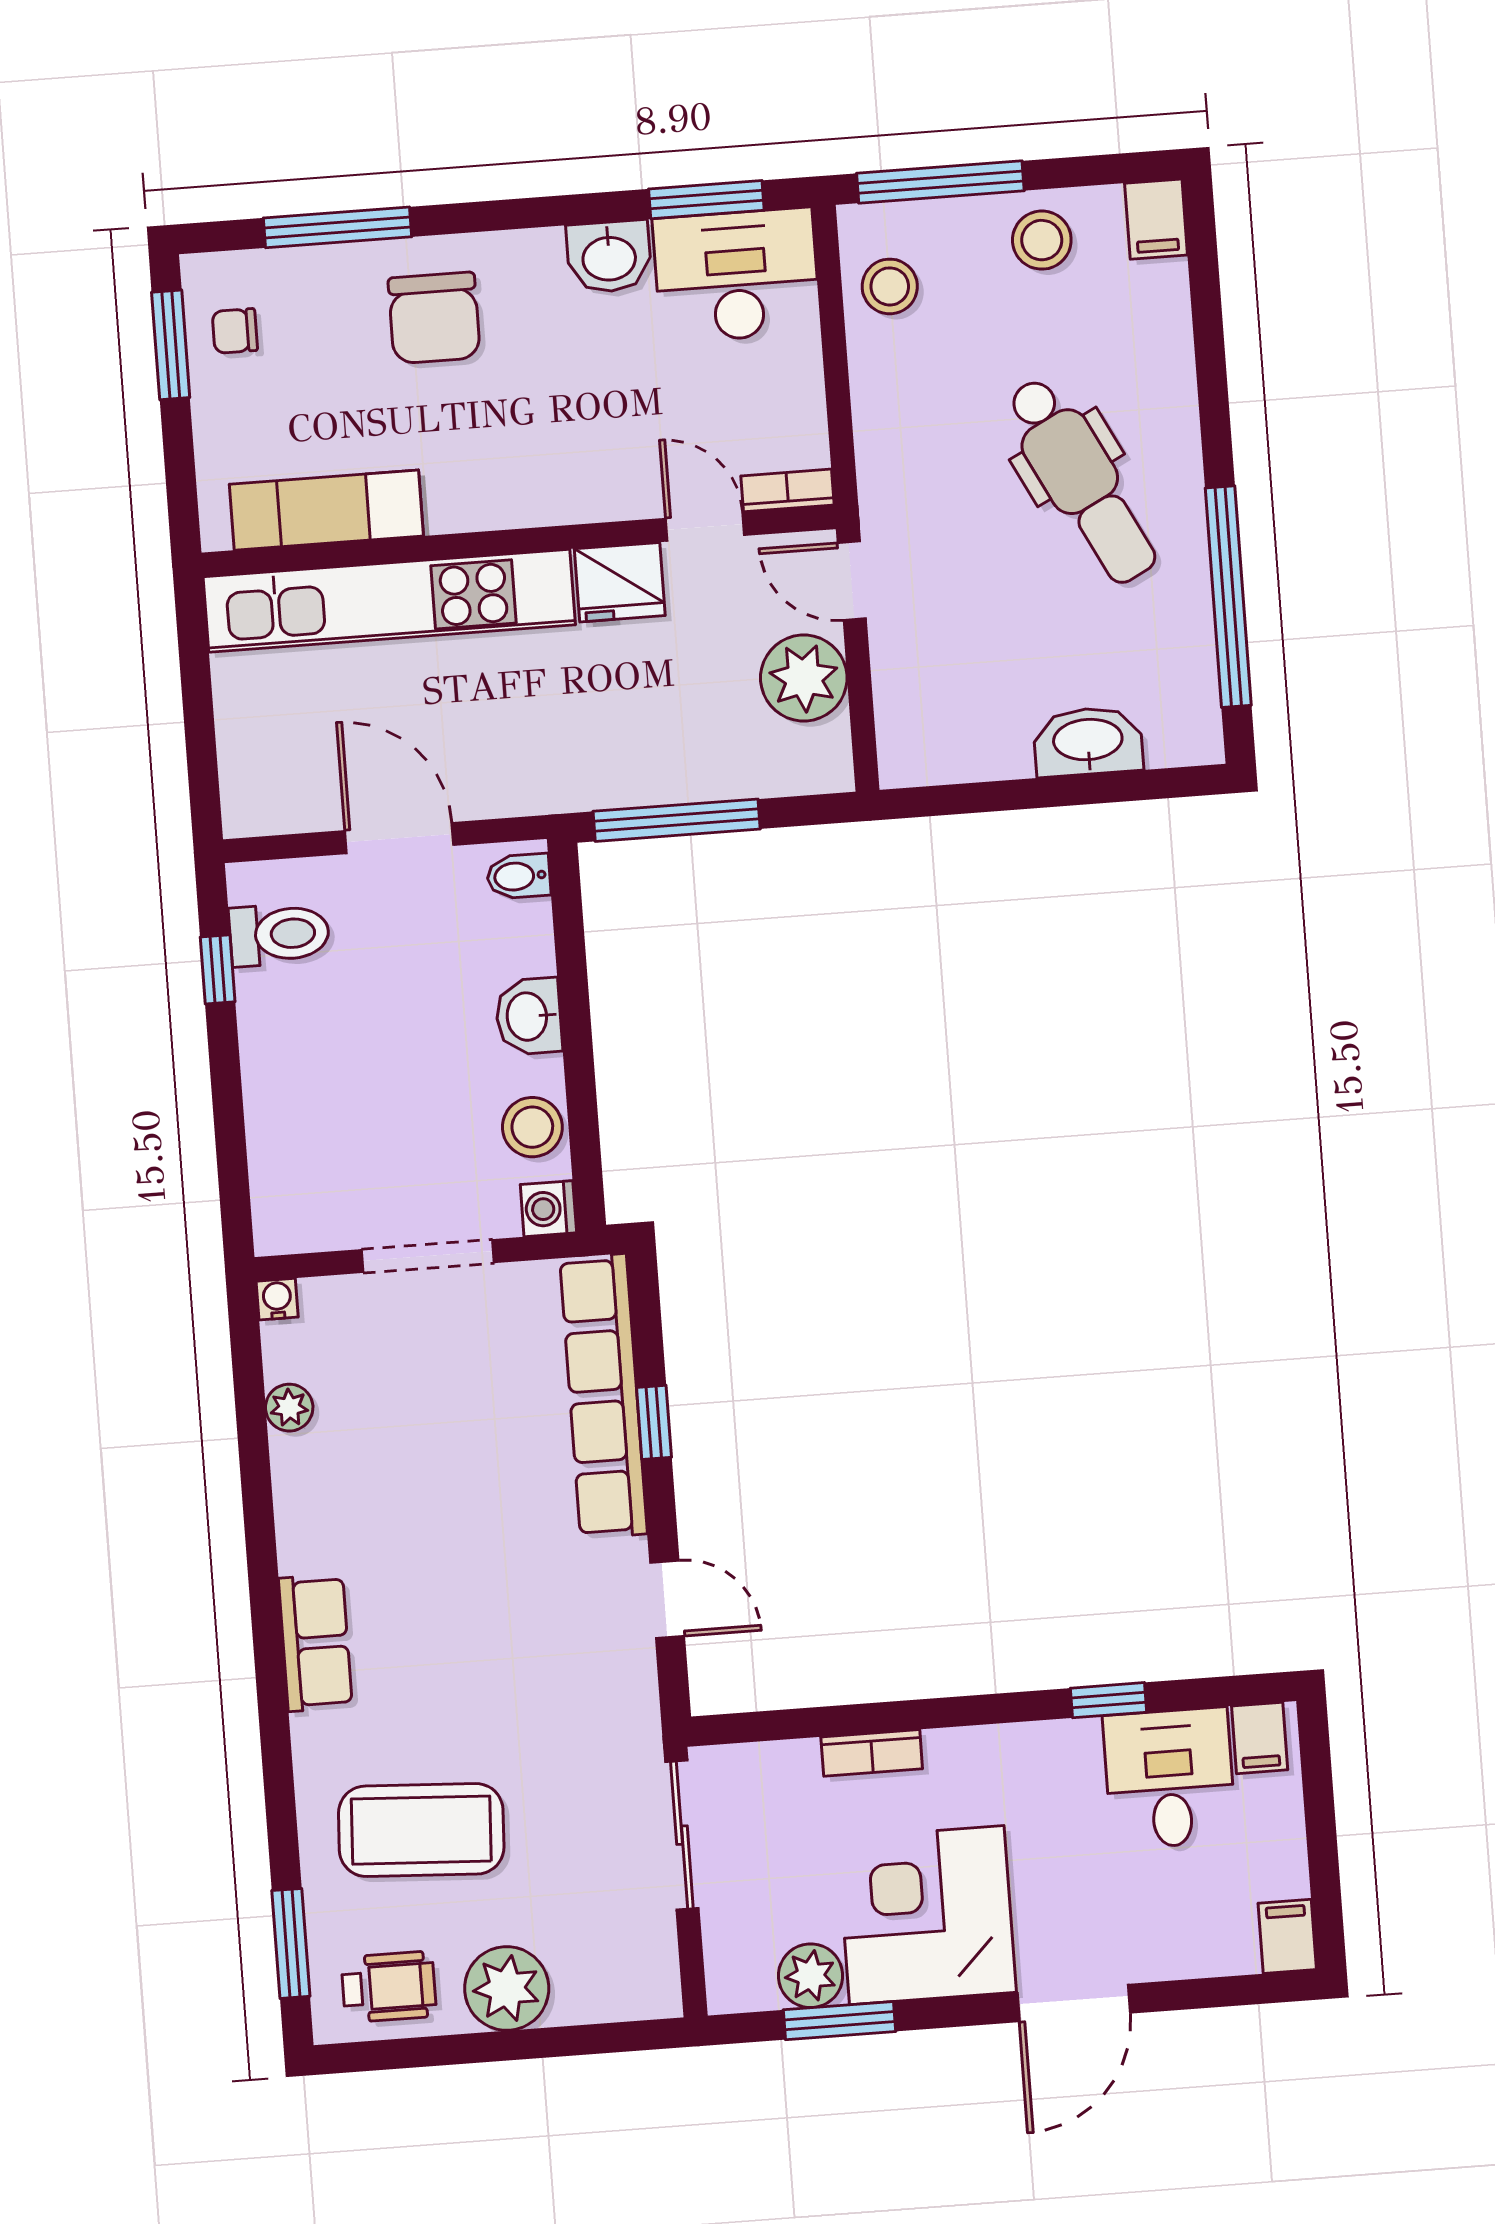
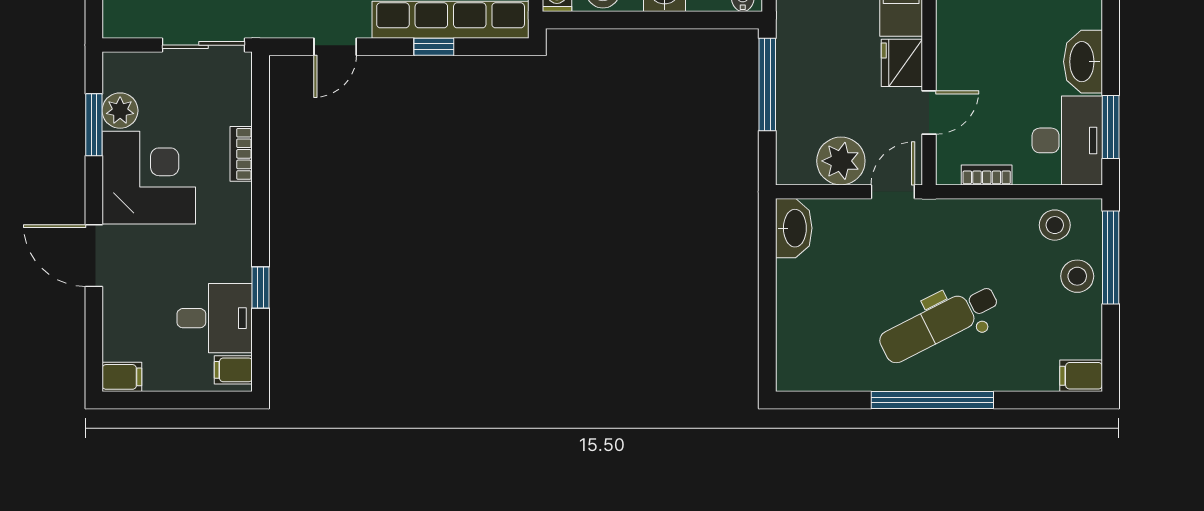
stool: (1042, 240) -> (1077, 276), moved
washbasin: (609, 257) -> (1083, 62), width x1.38
bookcase: (787, 490) -> (987, 175), moved, turned -90
window: (1228, 597) -> (932, 400), moved
washbasin: (1088, 741) -> (794, 228), moved

